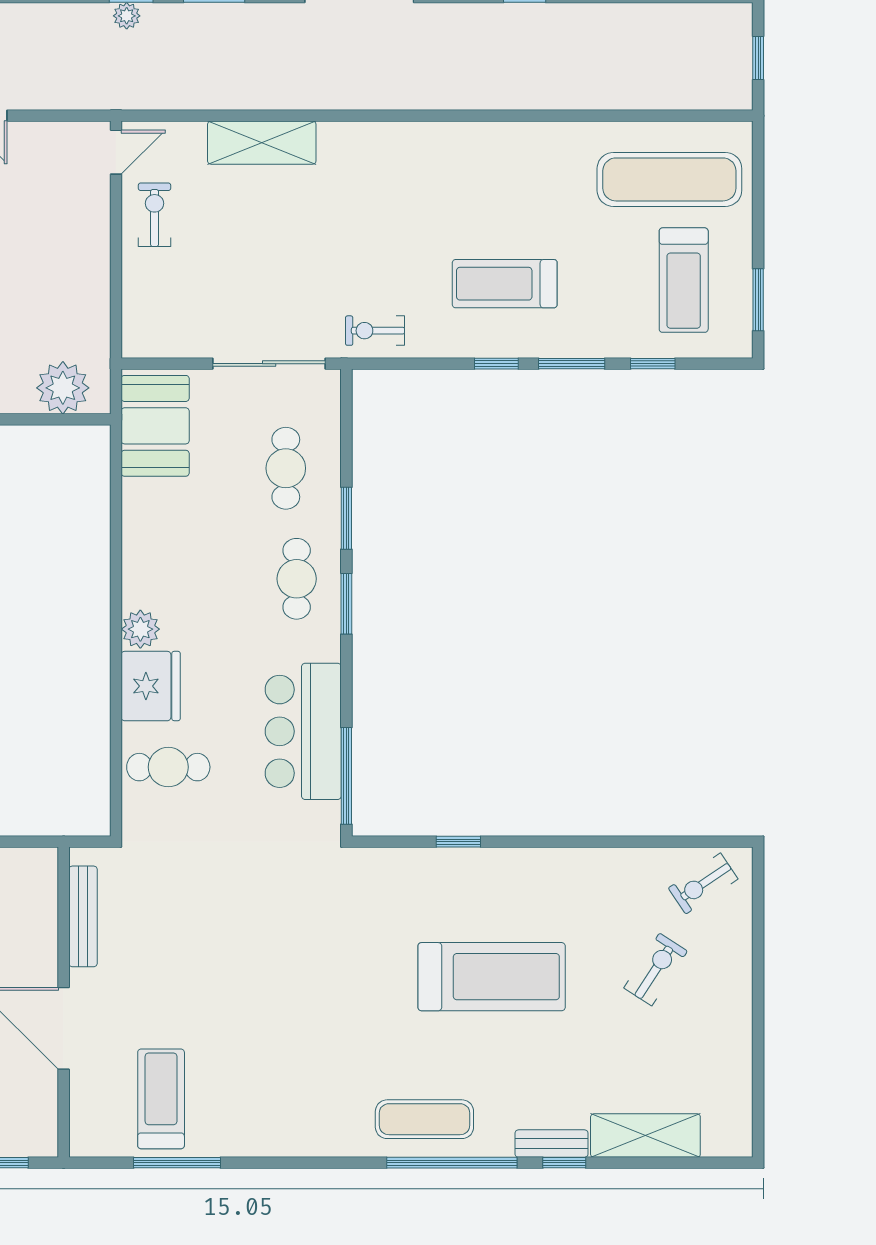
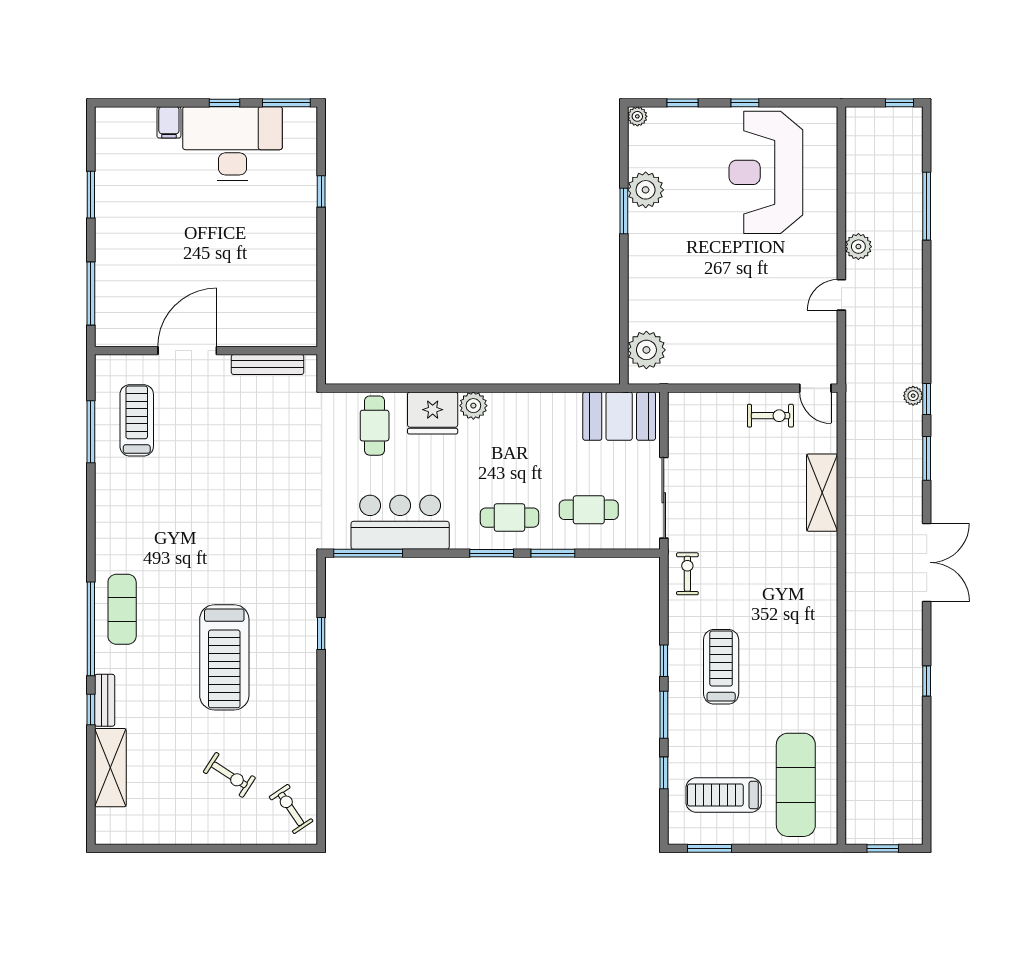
treadmill: (161, 1099) -> (137, 420), turned -90

